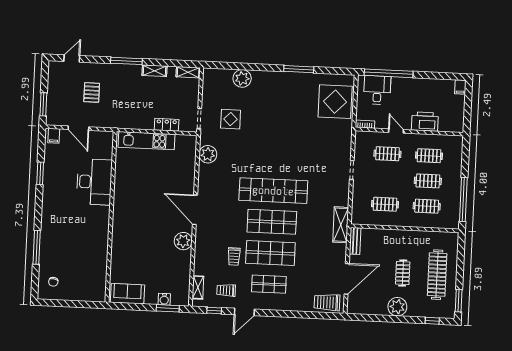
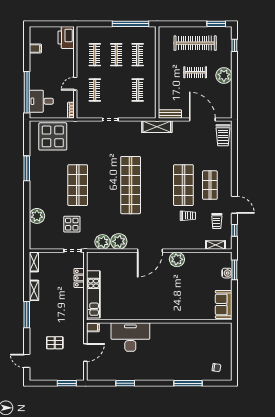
filing cabinet: (460, 87) -> (35, 48), moved
printer: (425, 122) -> (66, 37), moved
filing cabinet: (54, 136) -> (93, 327), moved
plant: (208, 174) -> (119, 241), added
shop shelf: (272, 222) -> (78, 185), moved

